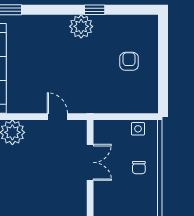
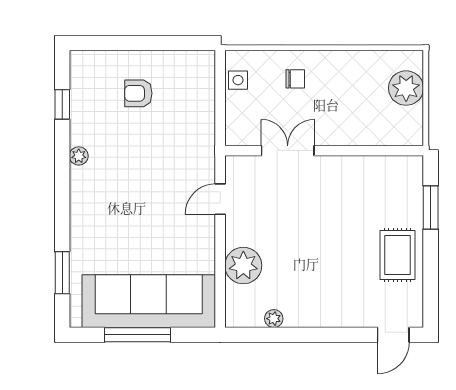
window: (95, 10) -> (62, 104), moved
plant: (81, 26) -> (79, 156), width x0.53, depth x0.53

